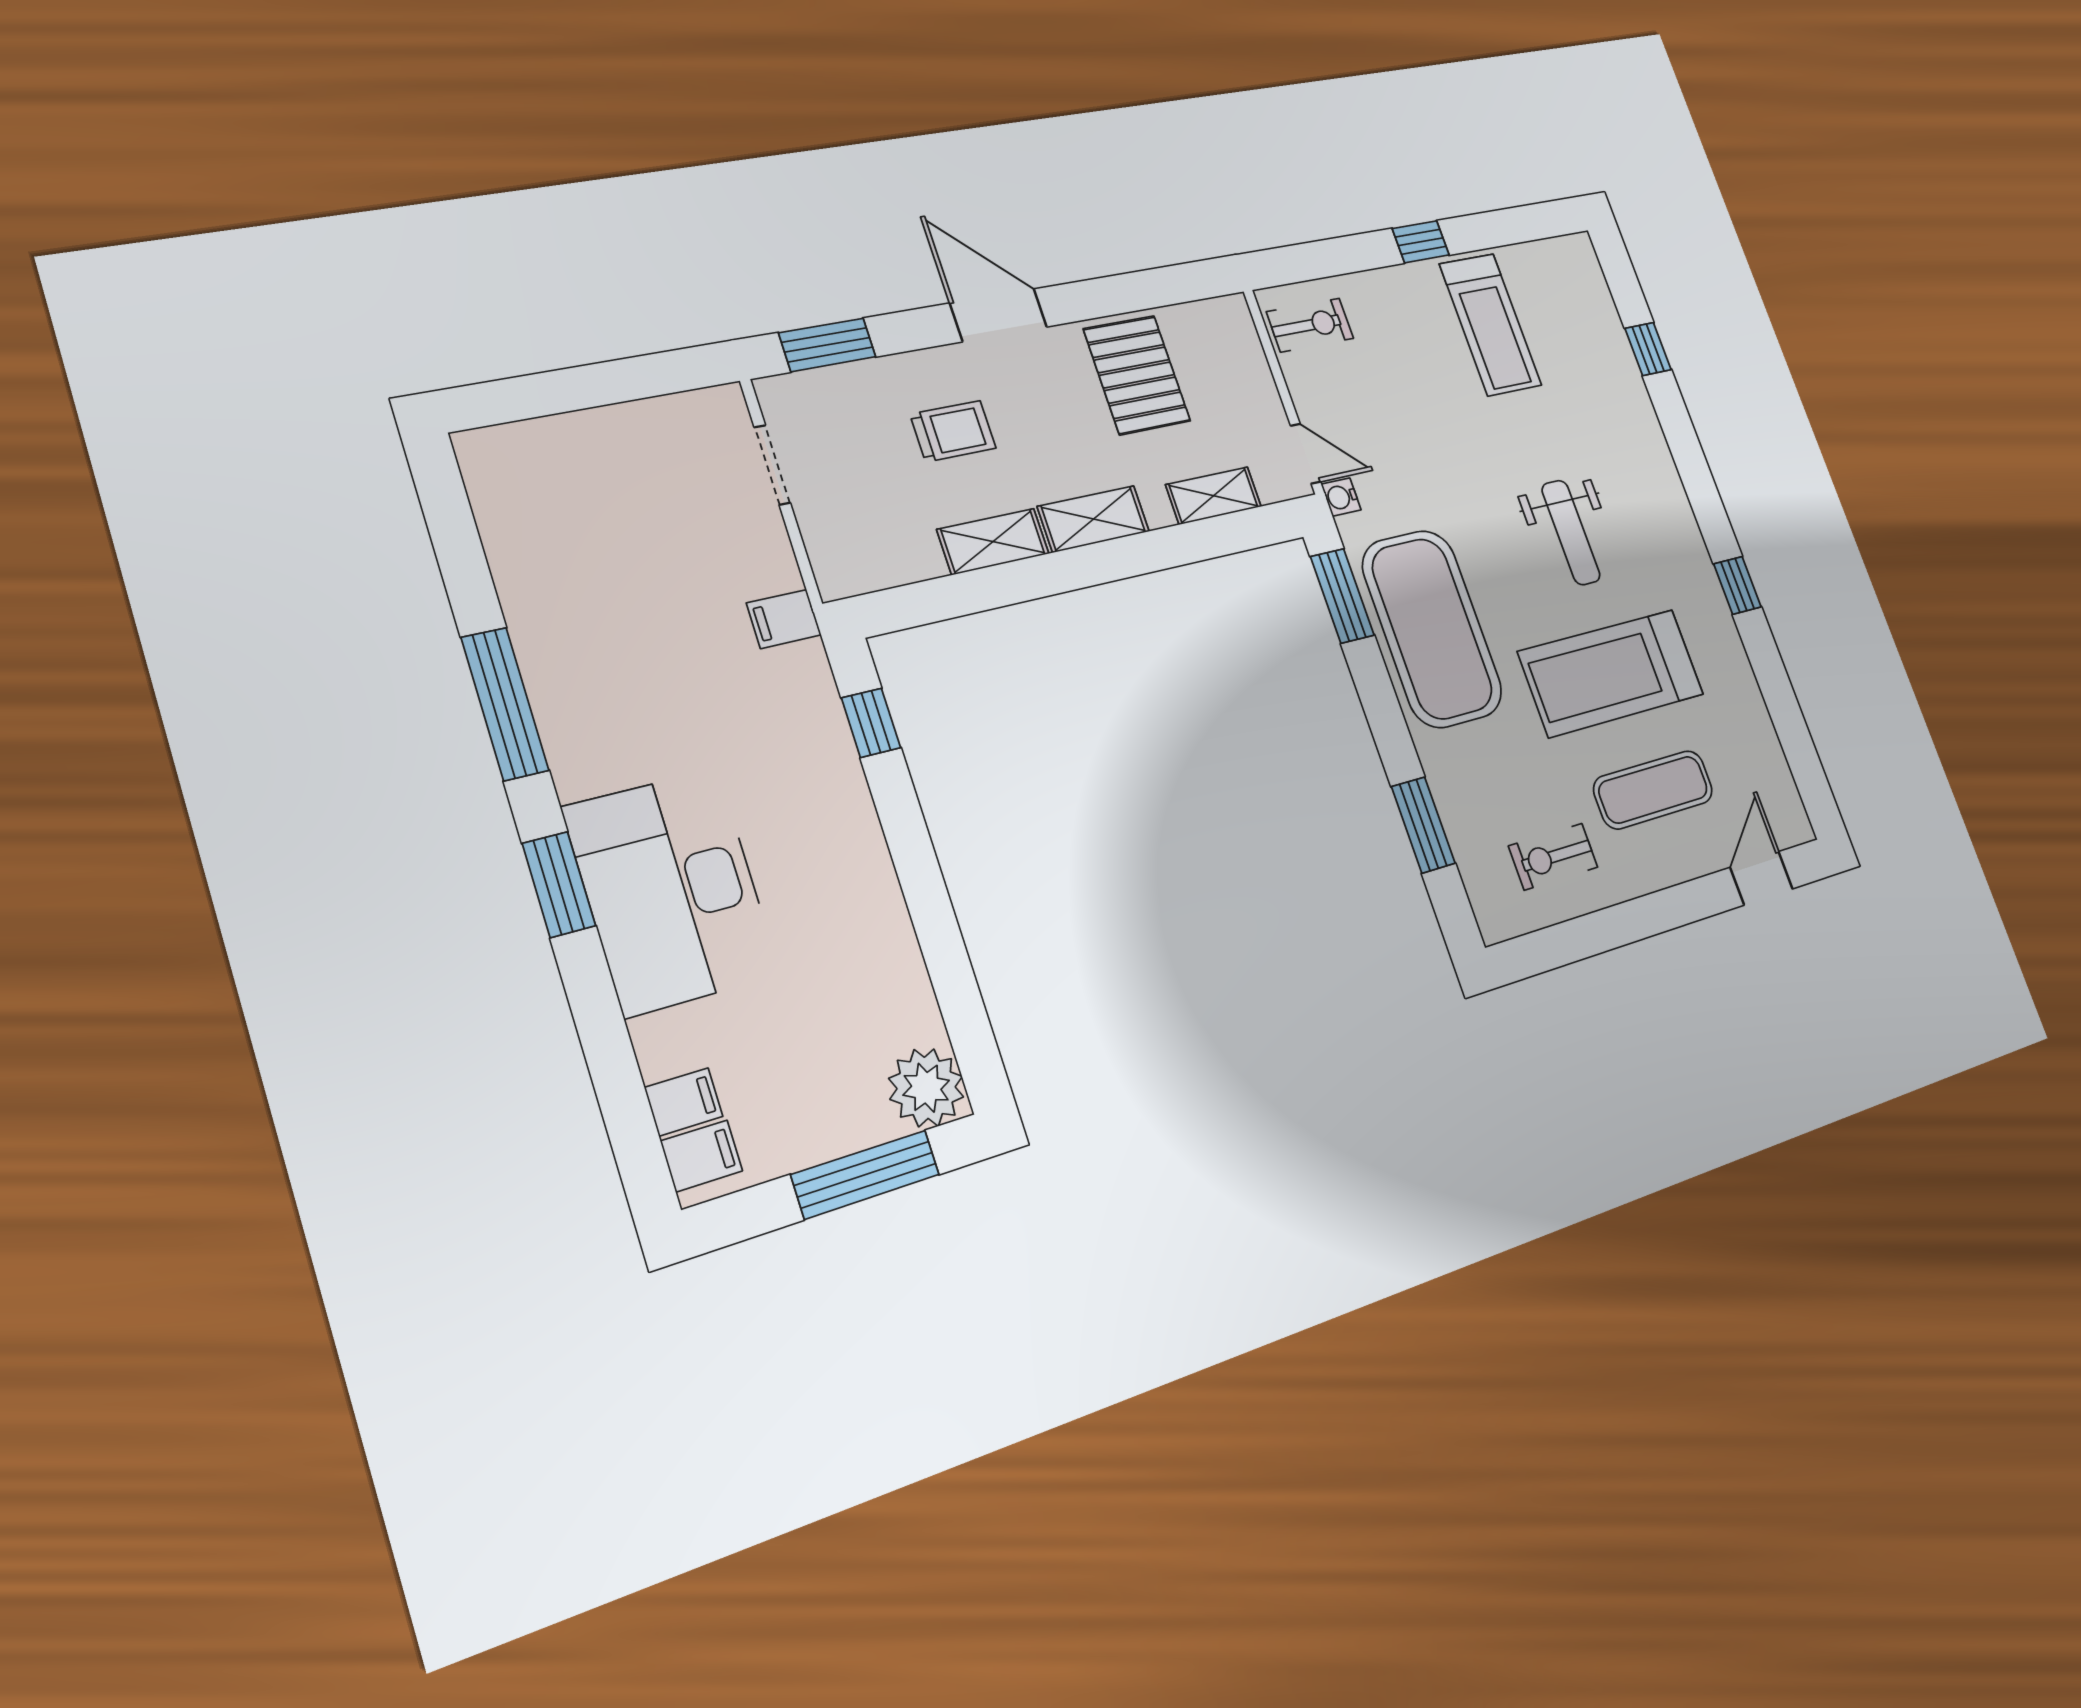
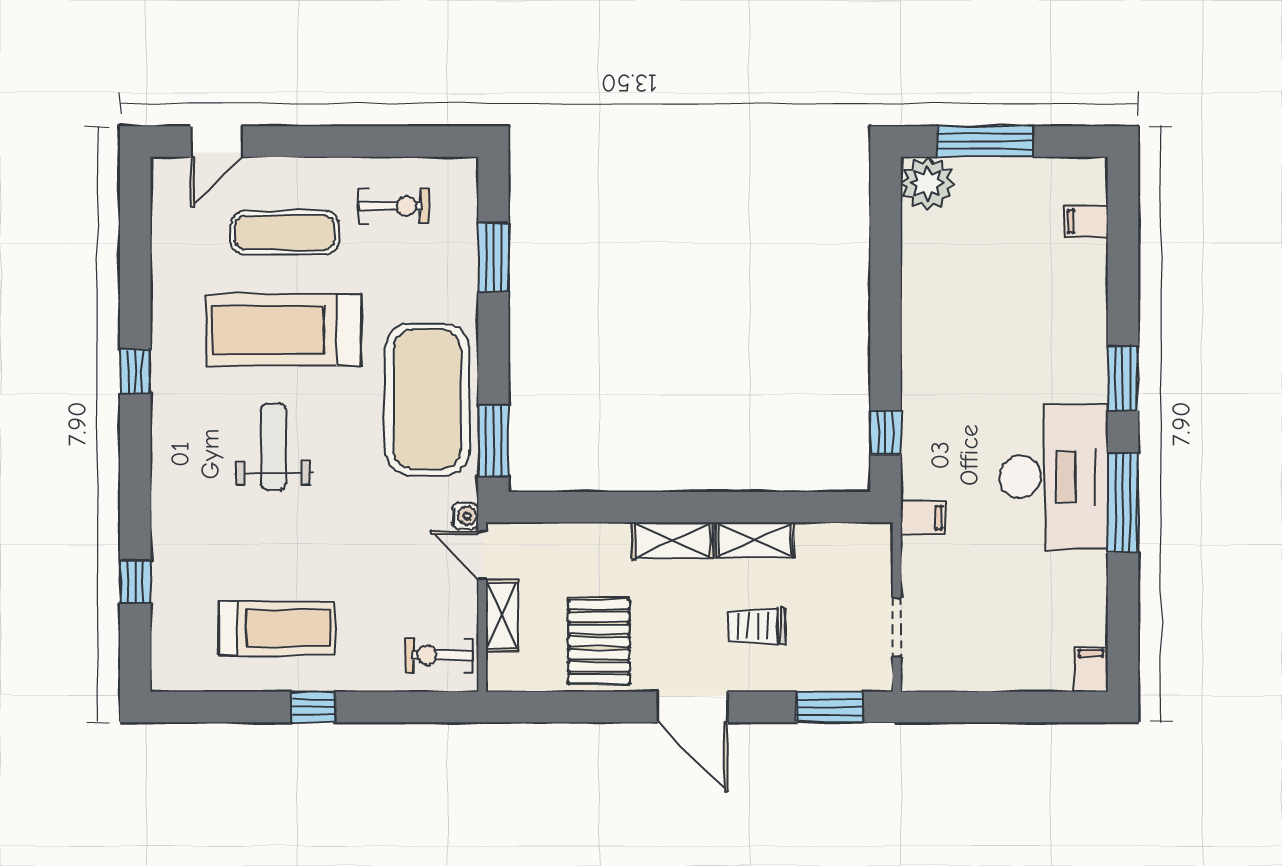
treadmill: (1490, 325) -> (277, 628), turned 90
shelving: (1214, 496) -> (502, 615), moved, turned 90
treadmill: (1611, 673) -> (284, 330), turned 180
desk: (671, 891) -> (1054, 477), moved
filing cabinet: (702, 1156) -> (1091, 669), moved, turned 90

